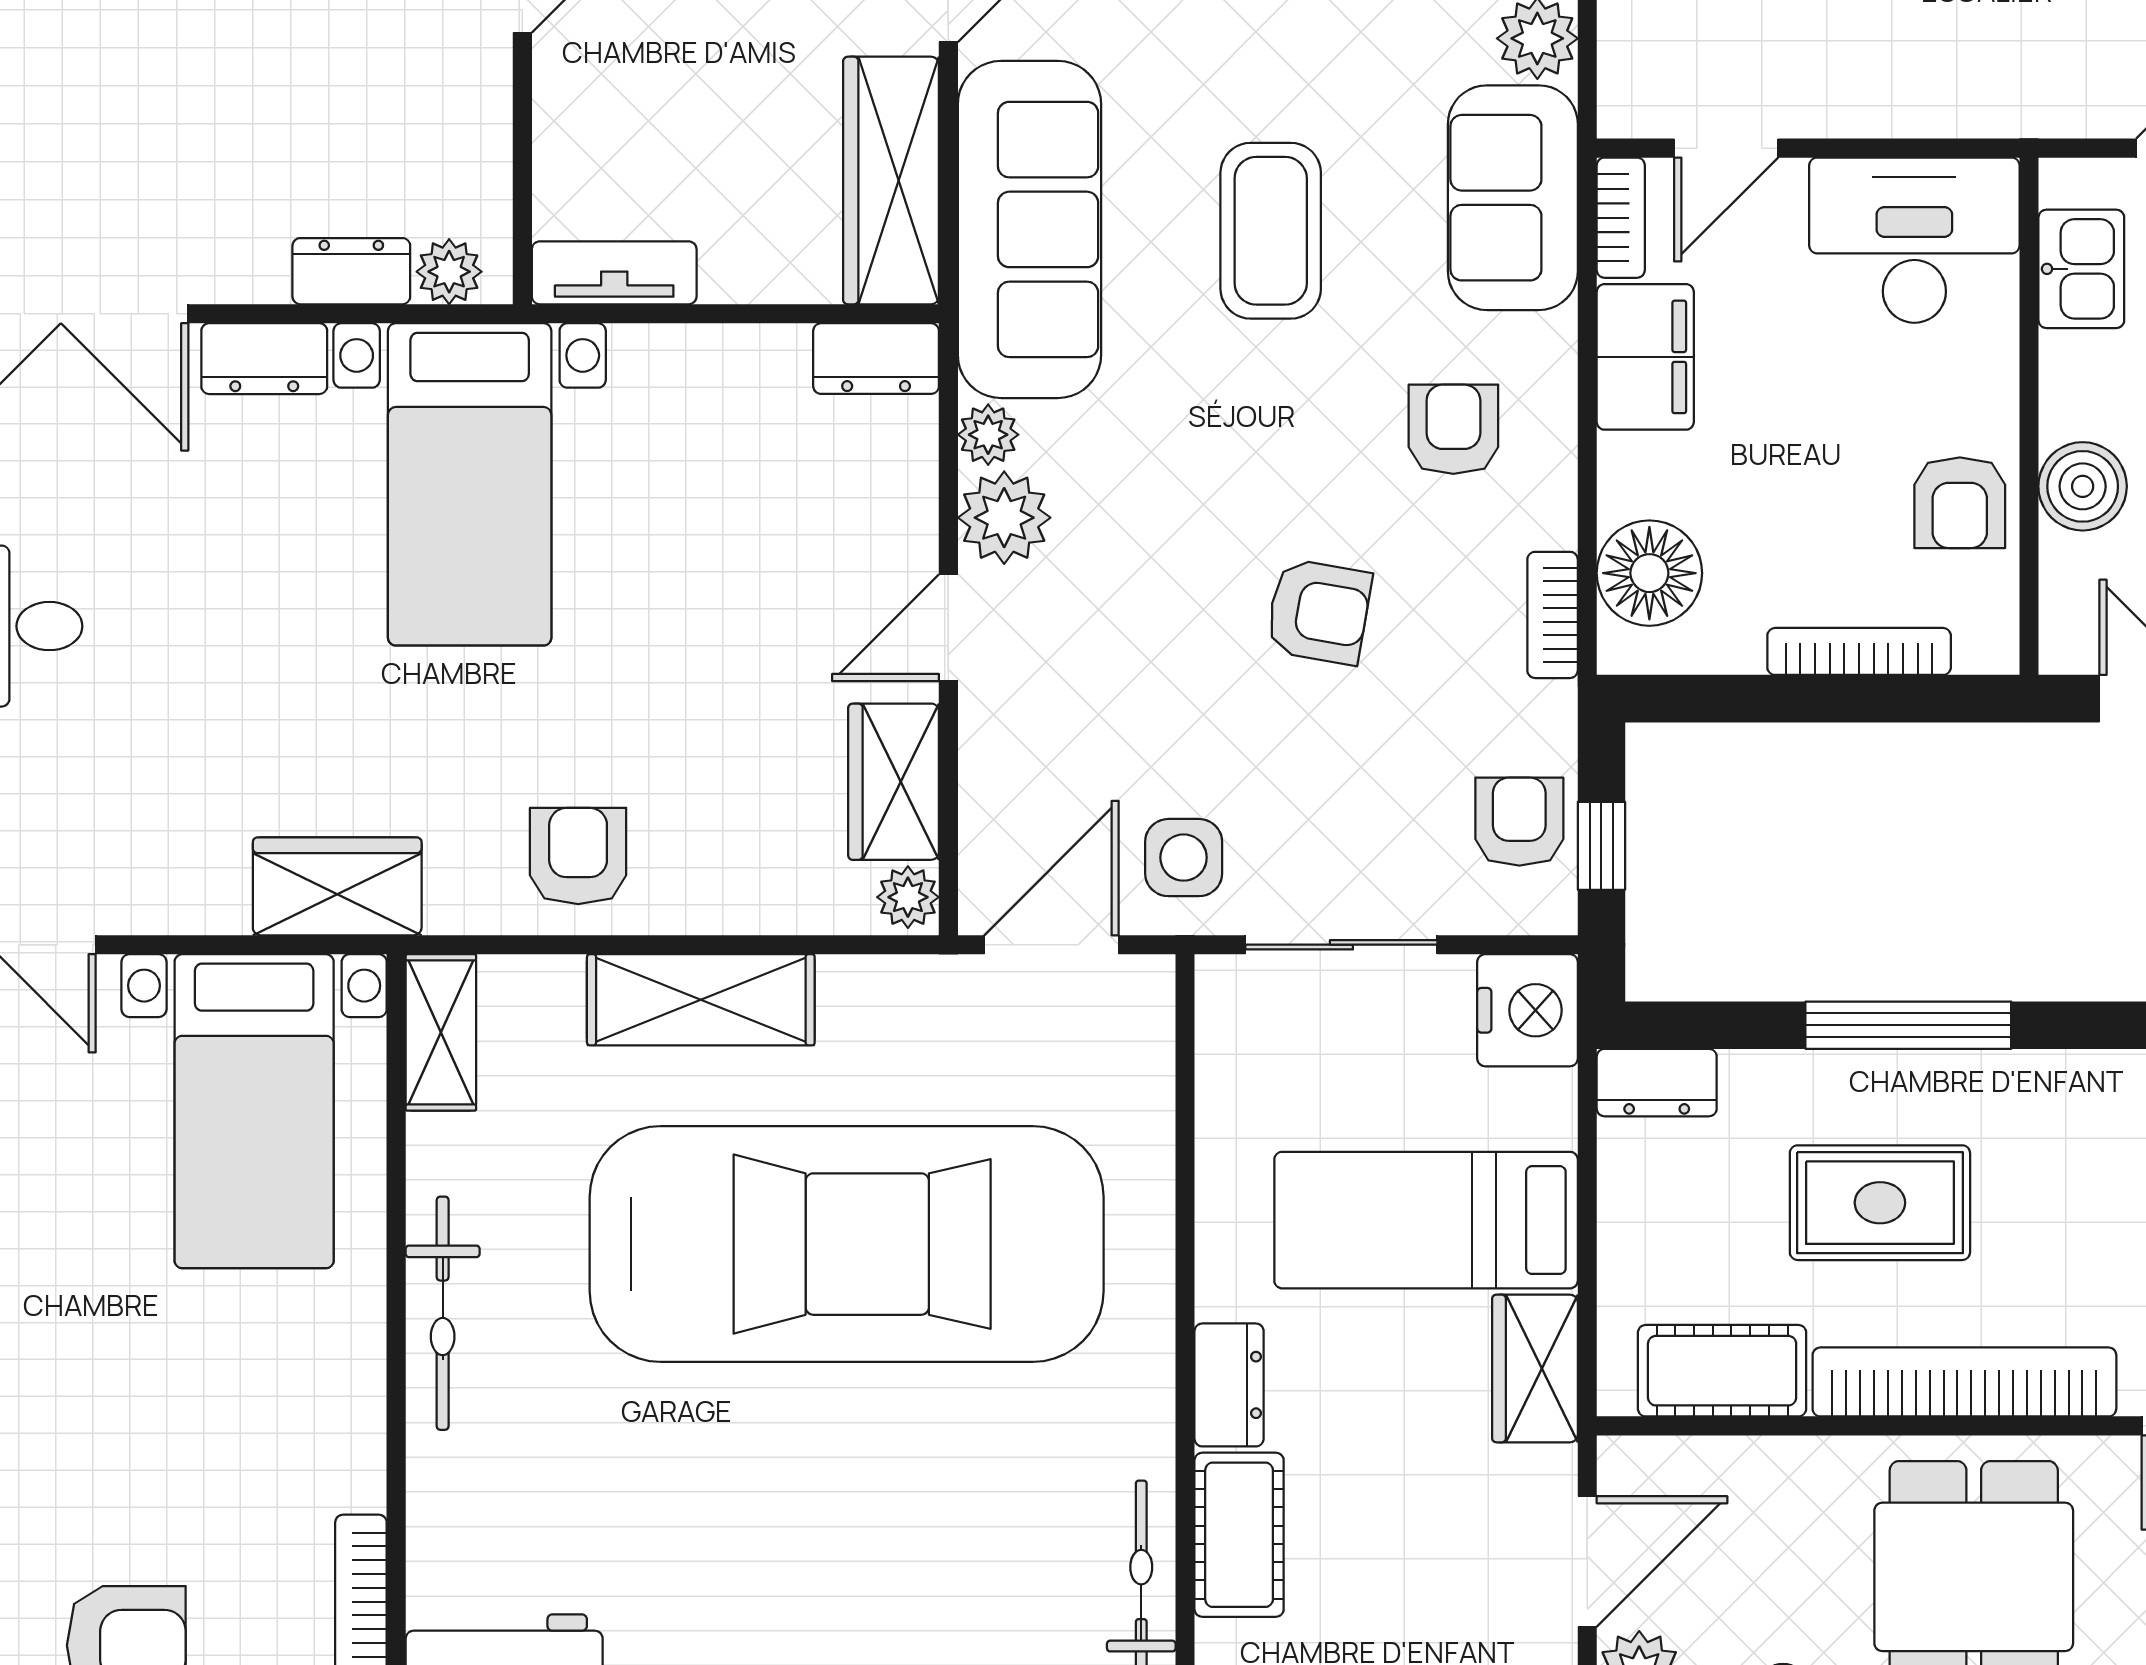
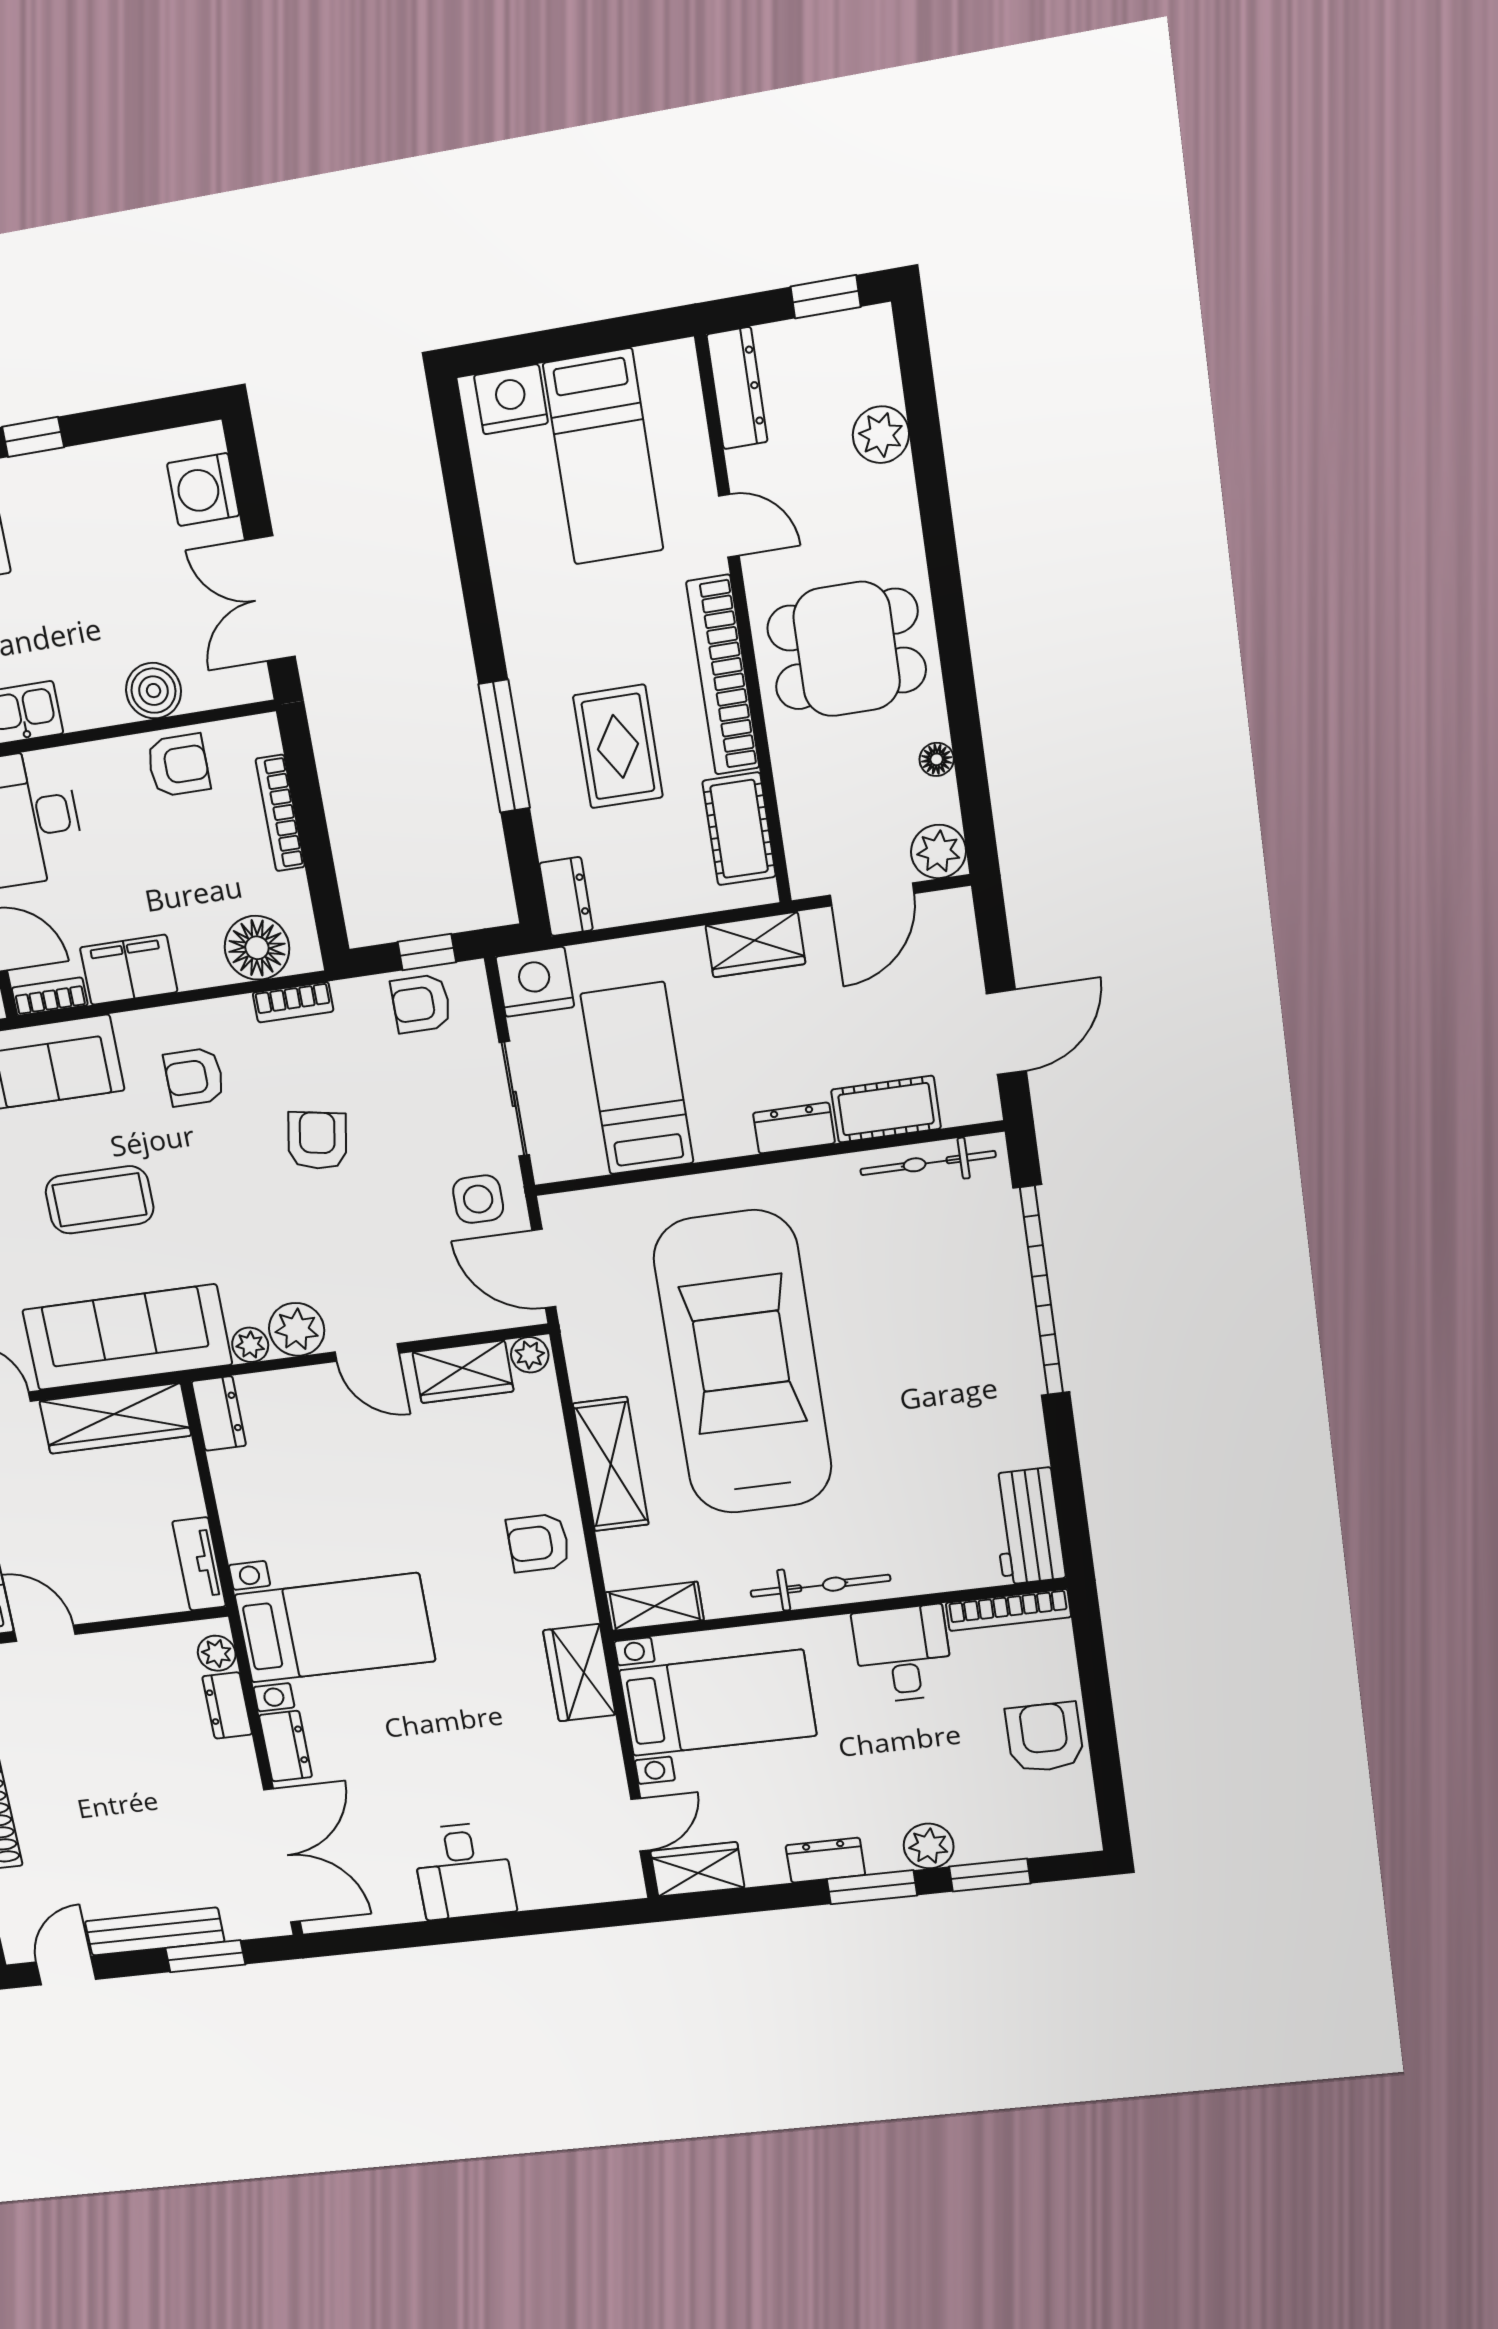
bed: (1426, 1220) -> (637, 1079), moved, turned 180
desk: (304, 1432) -> (903, 1654), added
door: (1587, 1562) -> (872, 894), swing flipped

